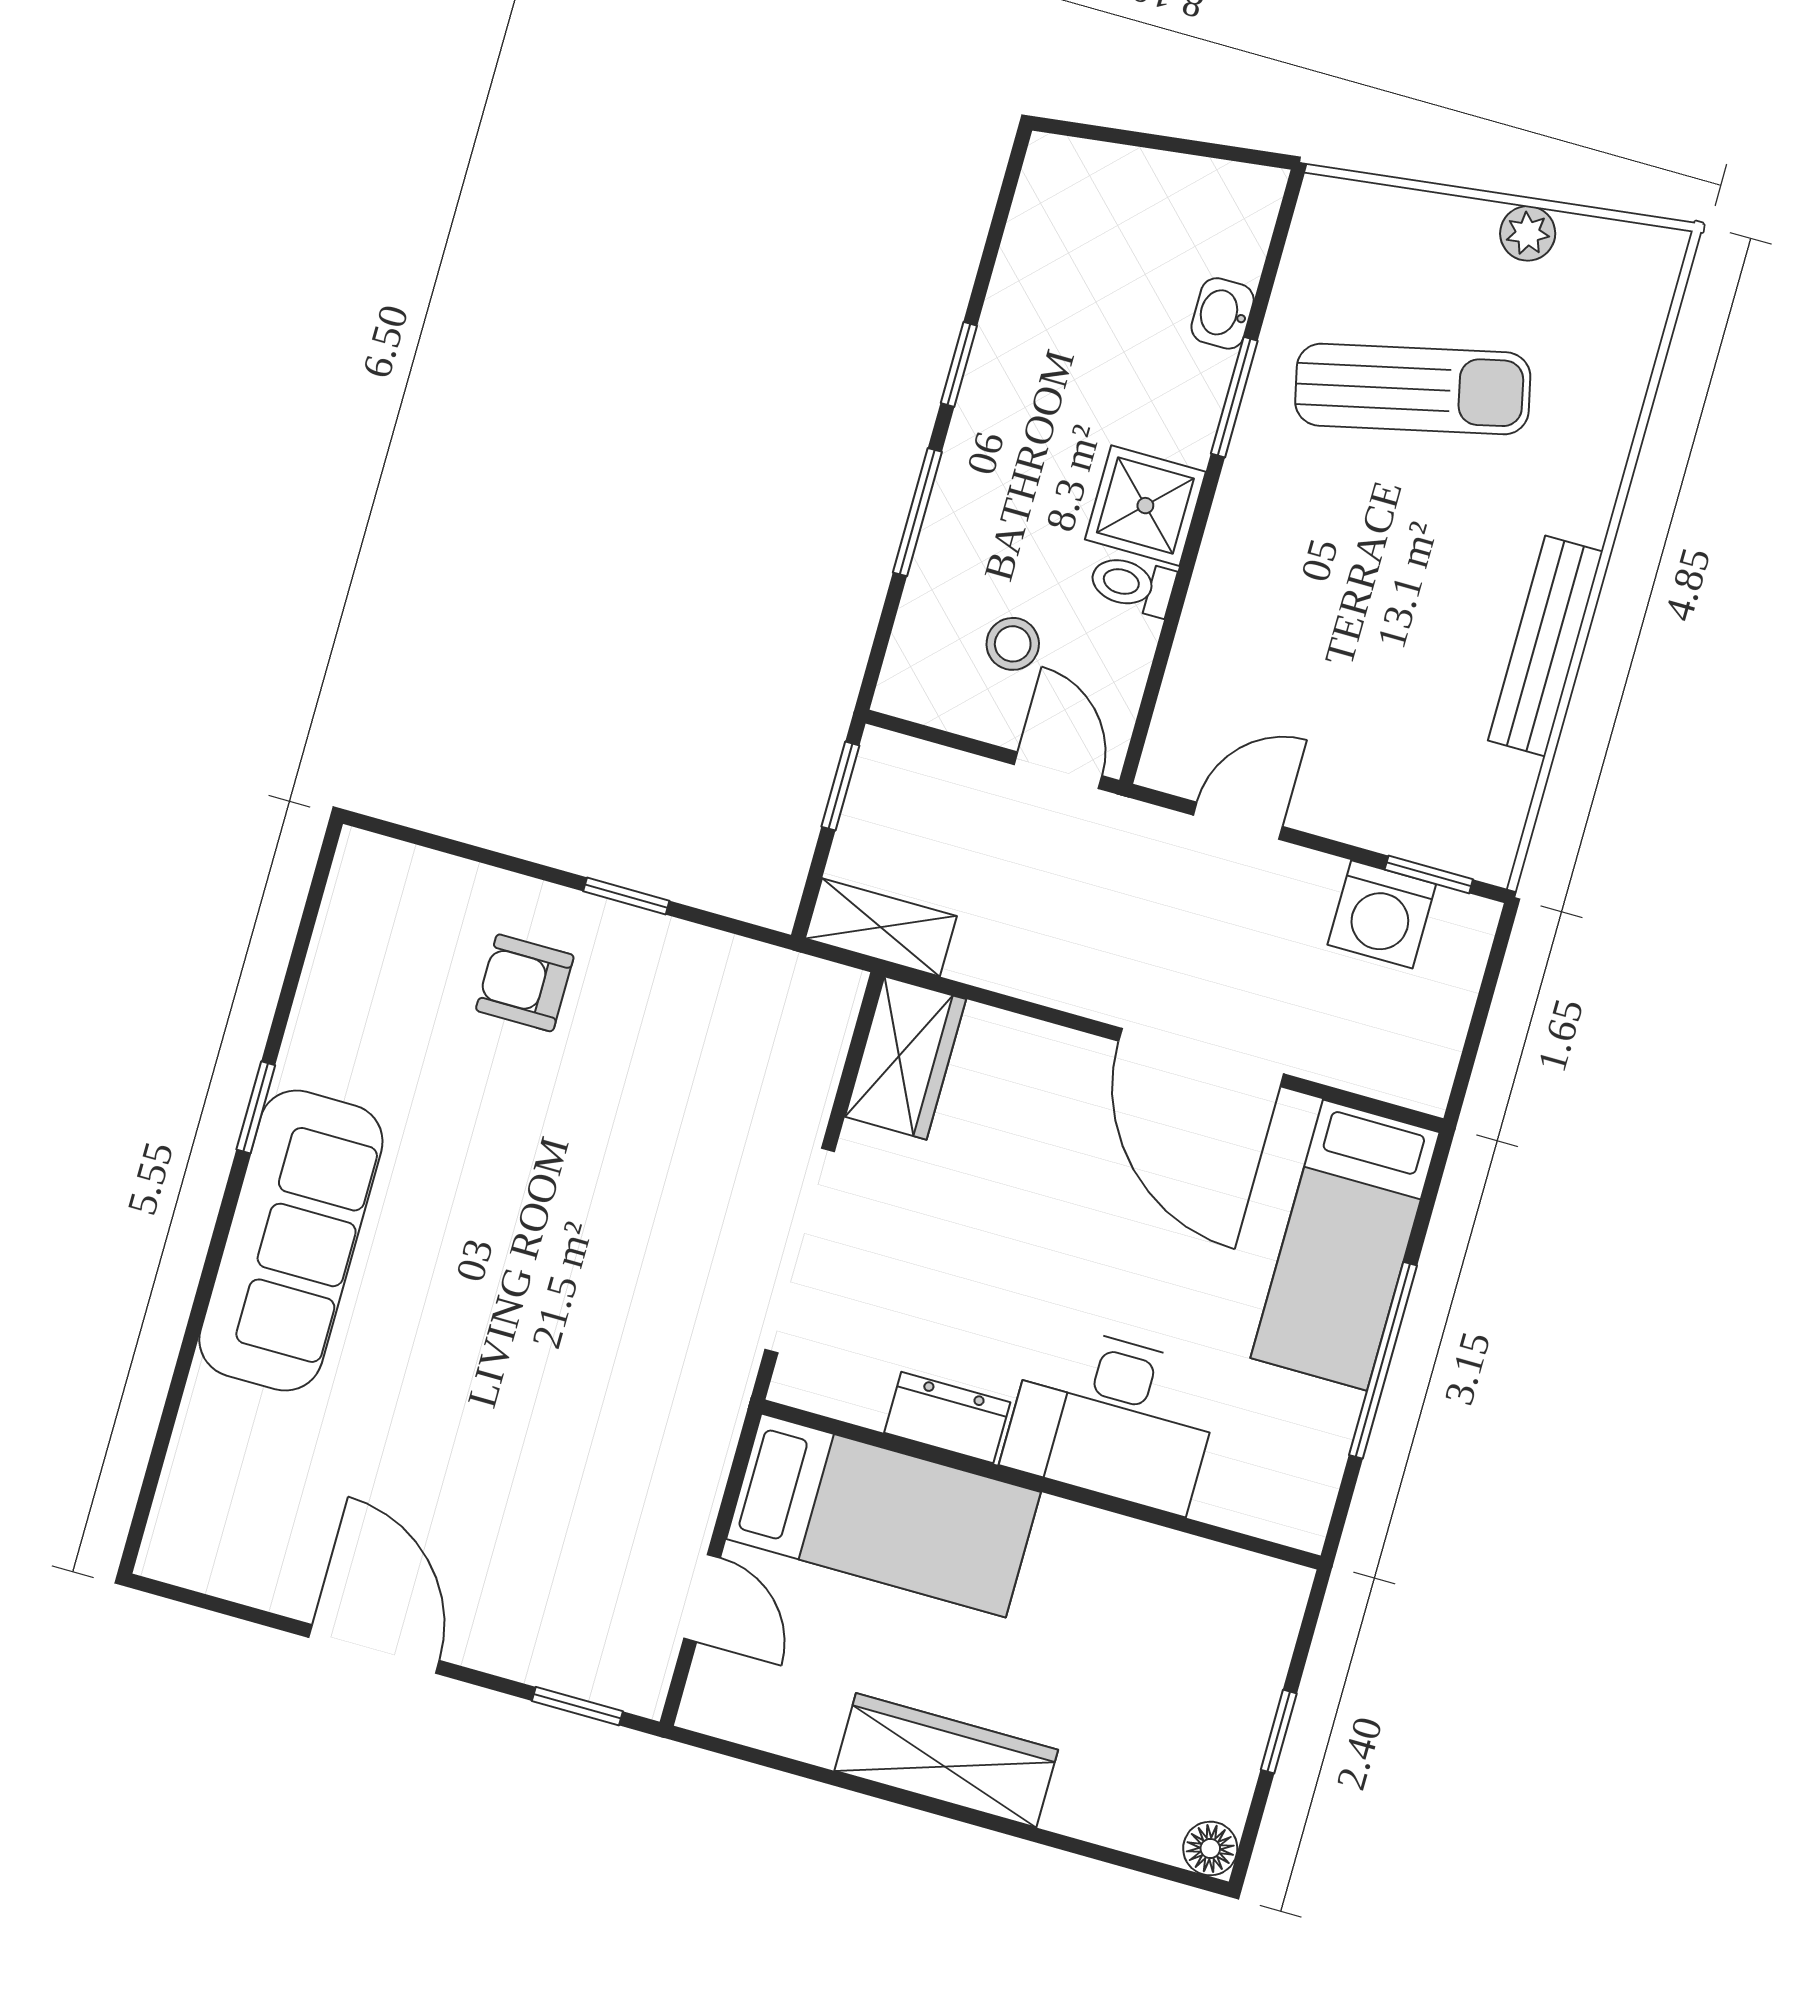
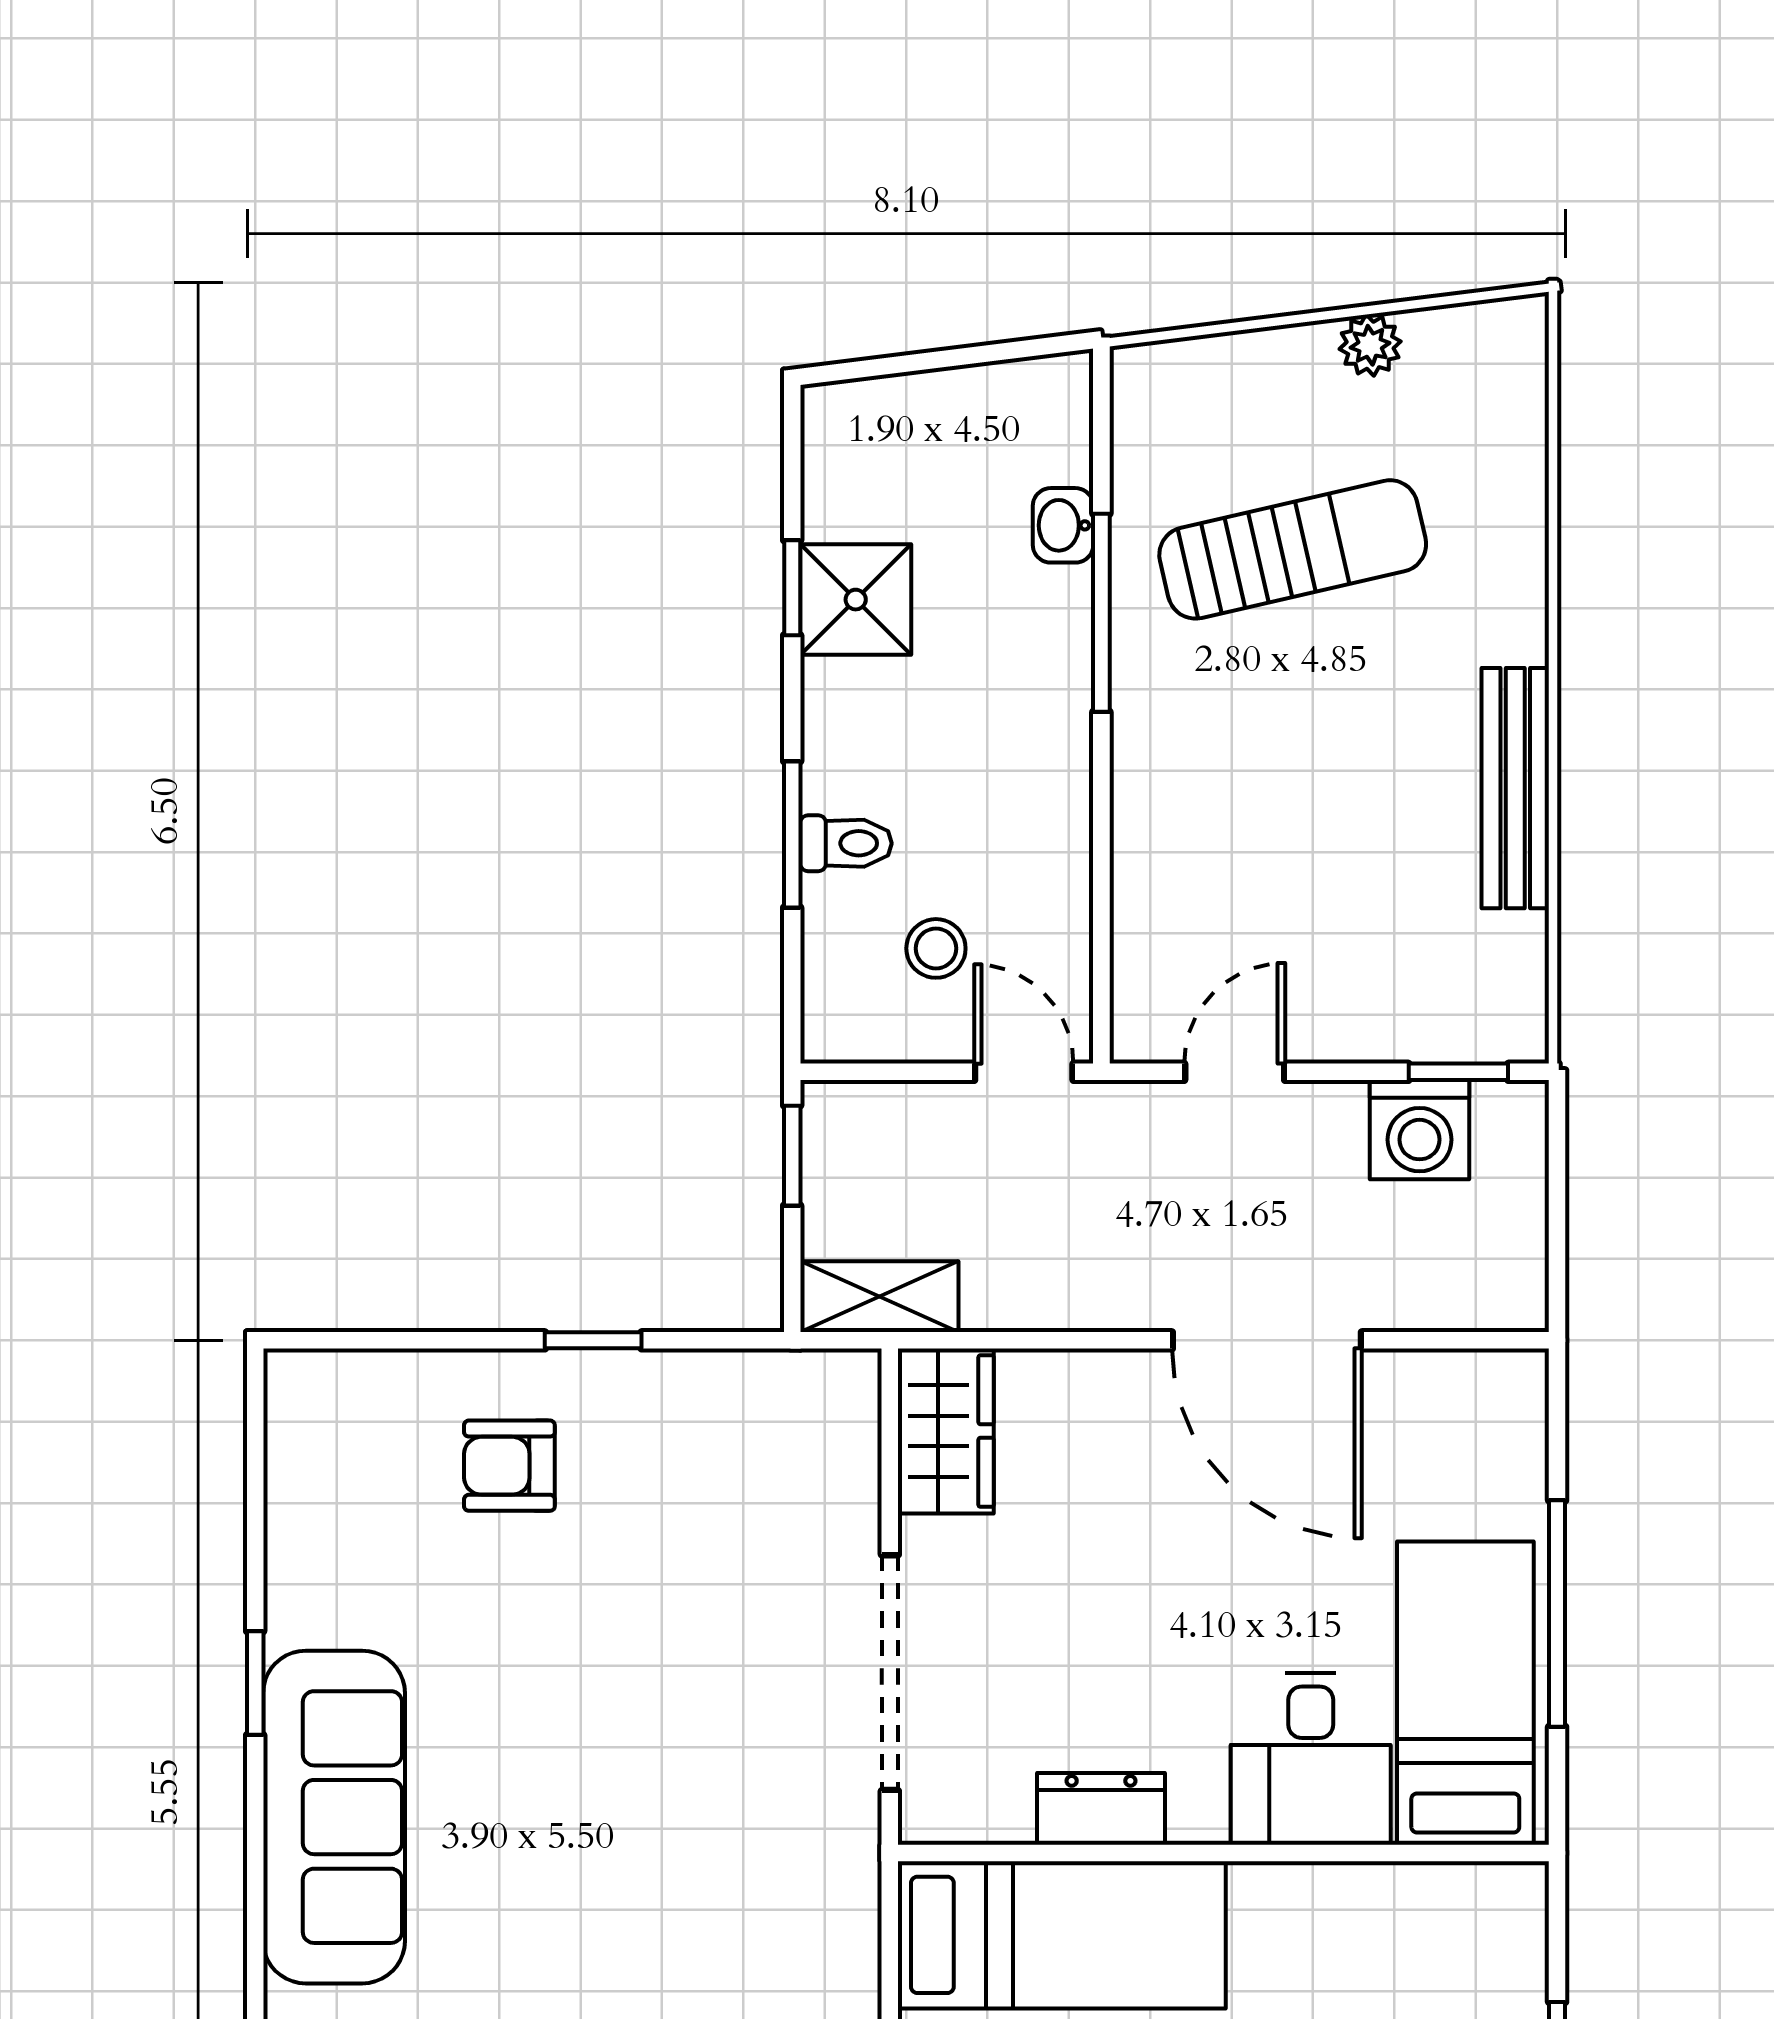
window: (959, 364) -> (792, 588), moved
window: (1234, 397) -> (1101, 613), width x1.44
shower: (1145, 506) -> (856, 600), moved
toilet: (1132, 585) -> (846, 843), moved, turned 180
bed: (1345, 1245) -> (1465, 1693), moved, turned 180
desk: (1113, 1418) -> (1311, 1759), width x0.73

